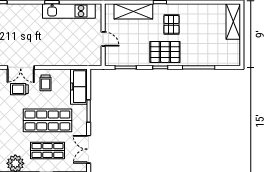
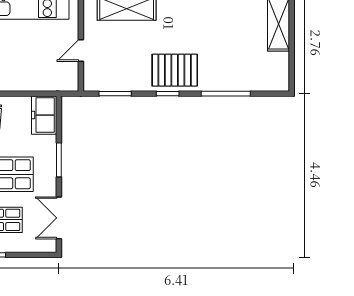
pallet: (171, 24) -> (185, 28), removed
door: (103, 39) -> (81, 51), swing flipped
freezer: (79, 87) -> (44, 115), width x0.71

